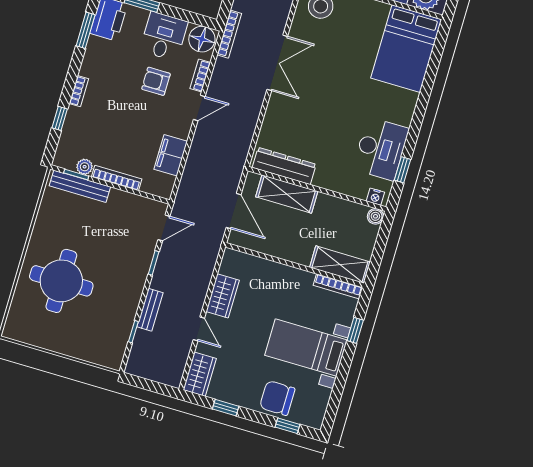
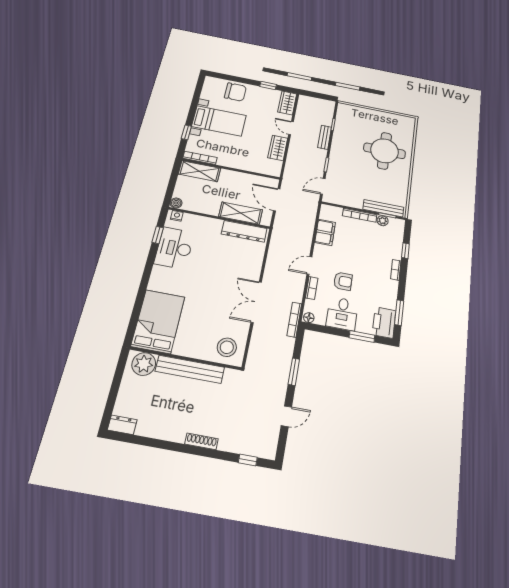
floor lamp: (202, 39) -> (309, 318), width x0.53, depth x0.53
window: (287, 426) -> (227, 77), removed

